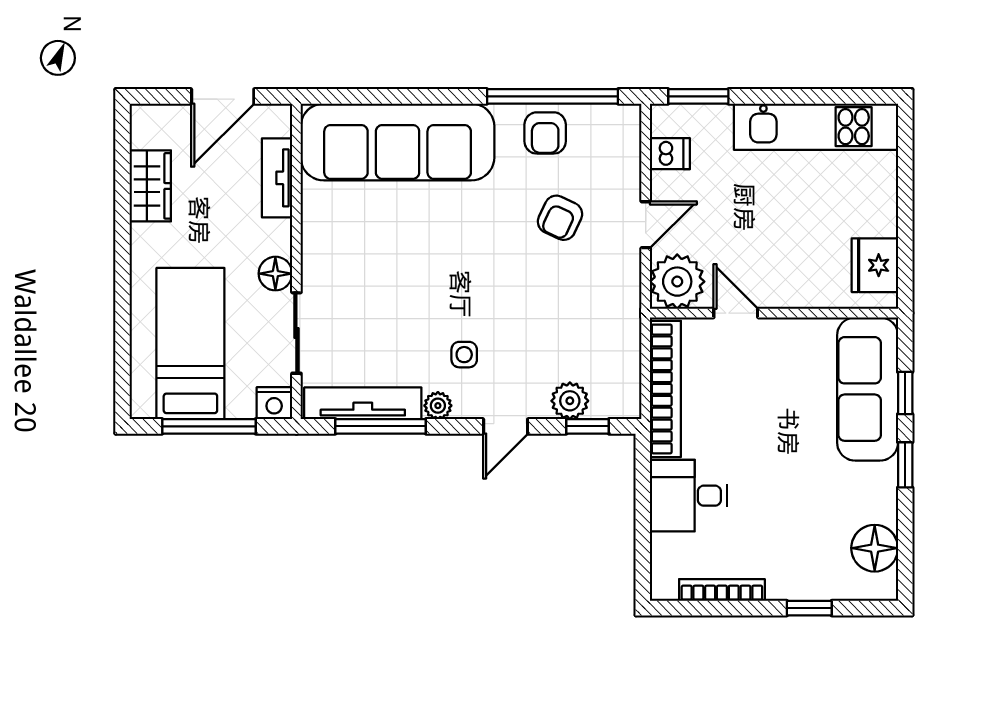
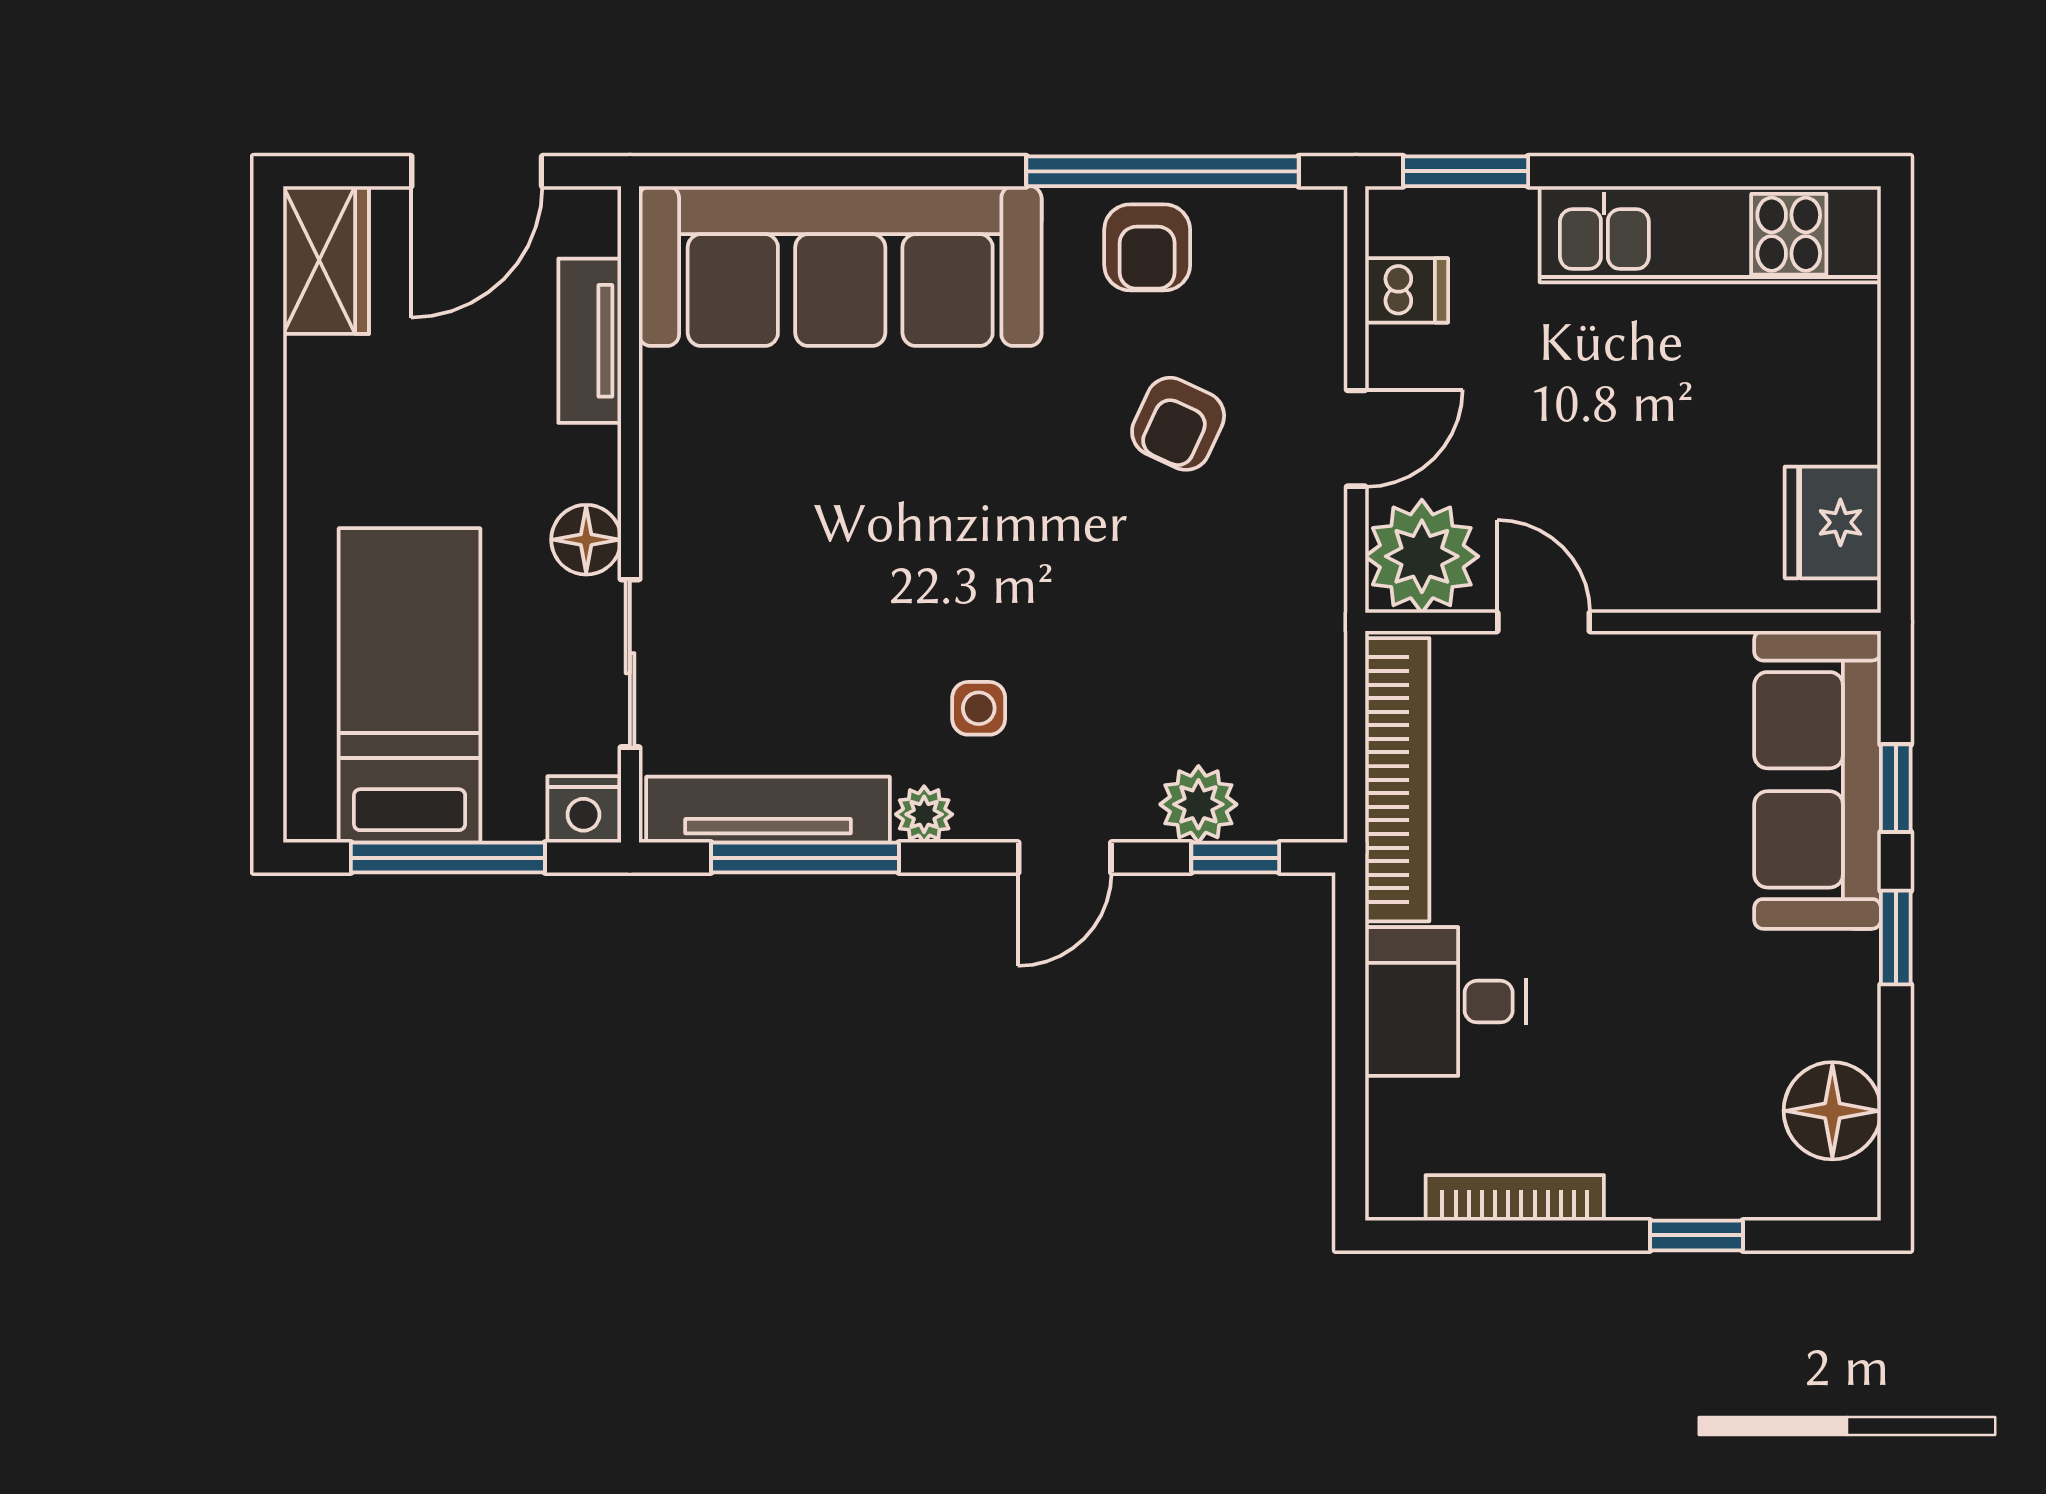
wardrobe: (150, 186) -> (326, 260), moved

